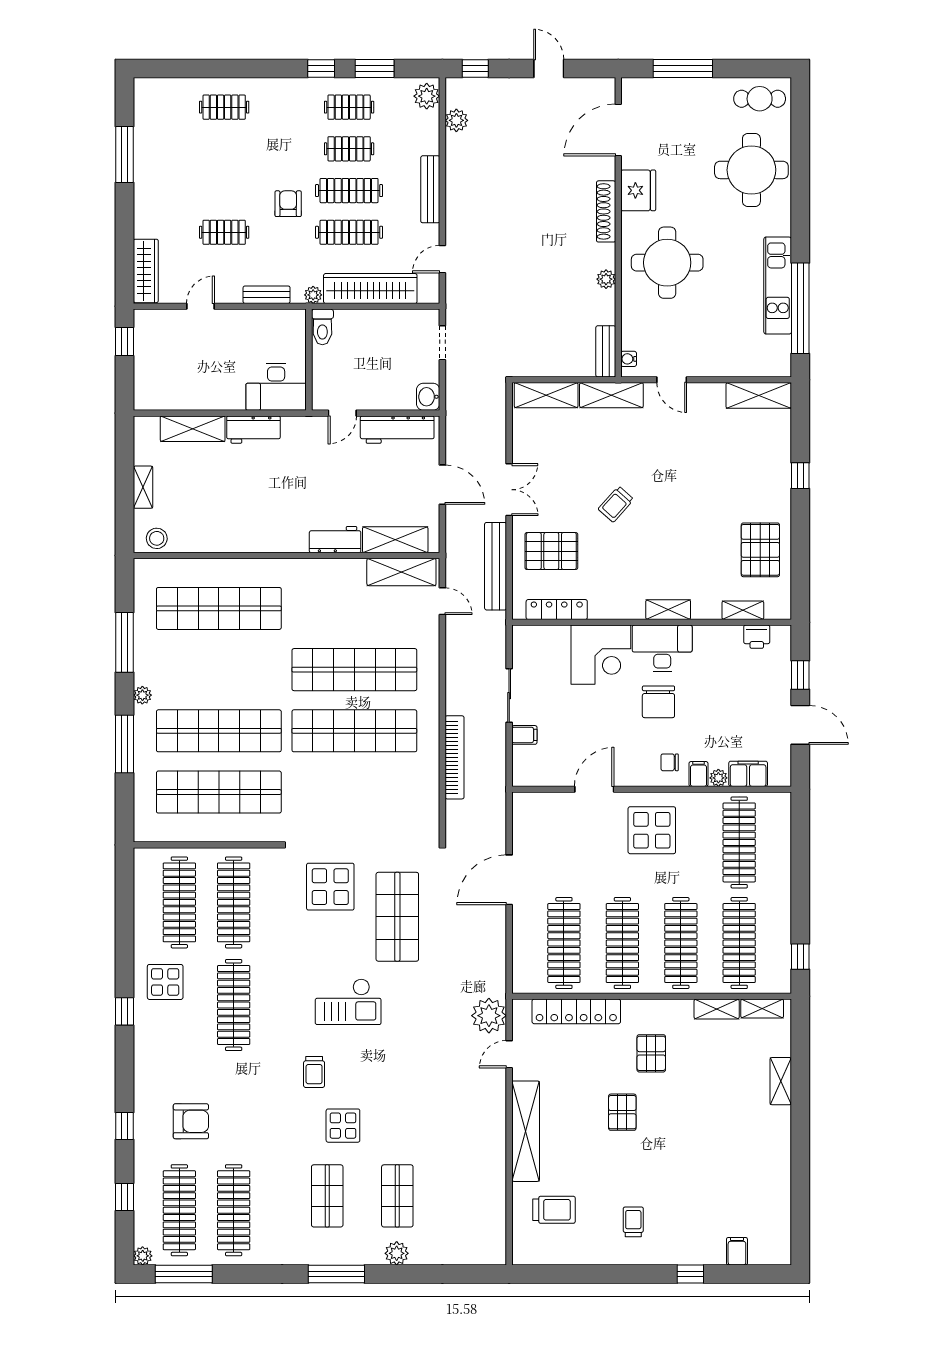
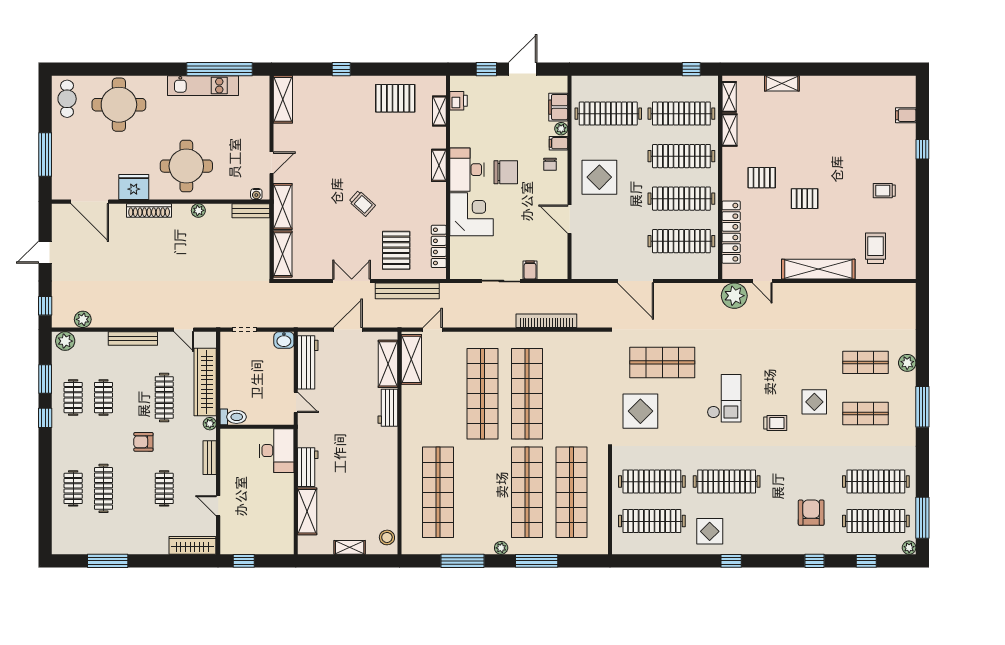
clothes rail: (349, 191) -> (103, 488), moved

